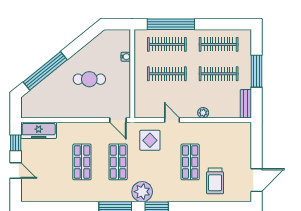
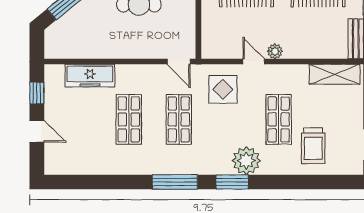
plant: (203, 113) -> (275, 51), moved
shelving: (230, 129) -> (335, 74), added
freezer: (39, 130) -> (90, 76), moved
plant: (142, 192) -> (246, 161), moved

